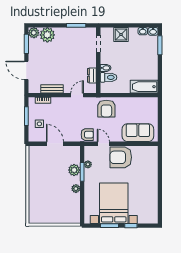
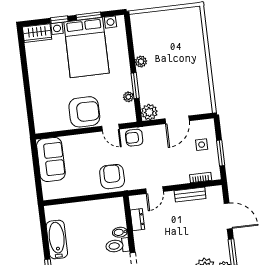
toilet: (108, 77) -> (117, 246), moved
bathtub: (144, 87) -> (57, 239), moved, turned -90
sofa: (138, 133) -> (51, 159), moved, turned -90
door: (55, 144) -> (177, 120), hinge flipped
plant: (74, 170) -> (149, 112), moved
wardrobe: (148, 218) -> (37, 33), added

